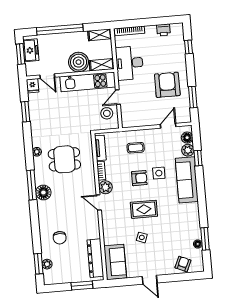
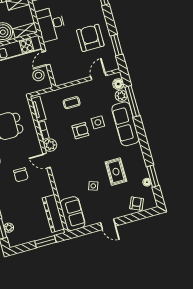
window: (198, 158) -> (132, 101), width x2.17
rug: (144, 209) -> (116, 172), moved, turned 90
chair: (60, 238) -> (21, 175), moved

